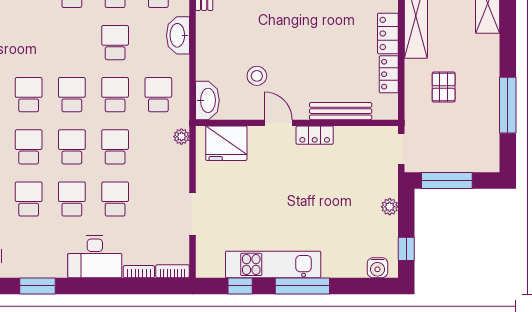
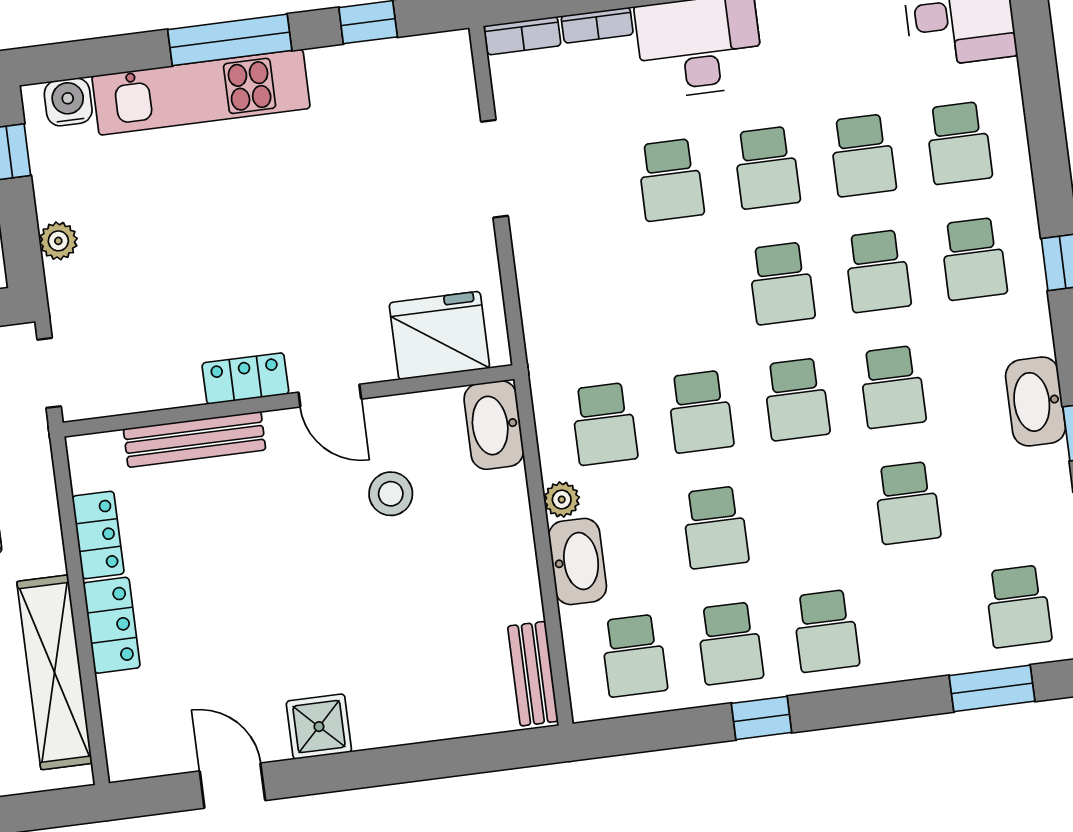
plant: (181, 137) -> (562, 500), moved
school desk: (115, 147) -> (907, 503), moved
kitchen unit: (273, 264) -> (201, 92), moved

